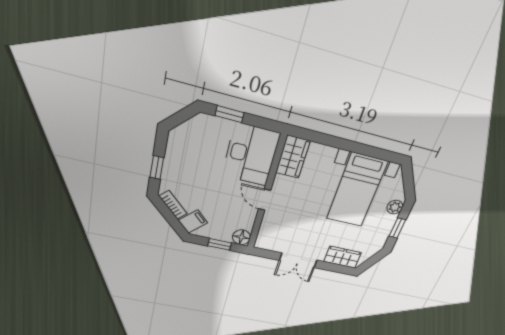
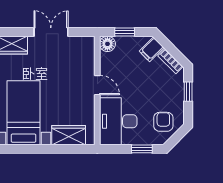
armchair: (195, 140) -> (163, 122), added
wardrobe: (293, 157) -> (69, 135), moved, turned 90

